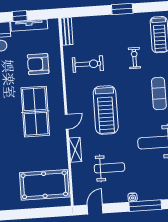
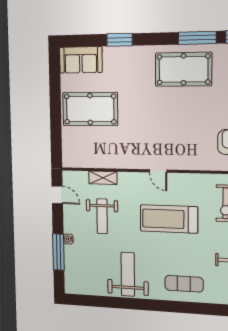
table tennis table: (35, 112) -> (173, 134), removed
shelving: (75, 150) -> (103, 178), moved
pool table: (44, 185) -> (90, 109), moved, turned 90

